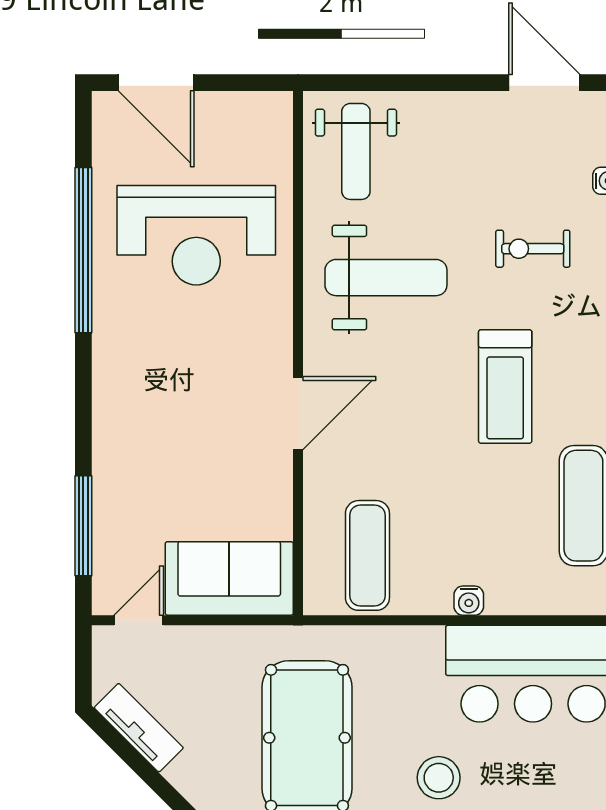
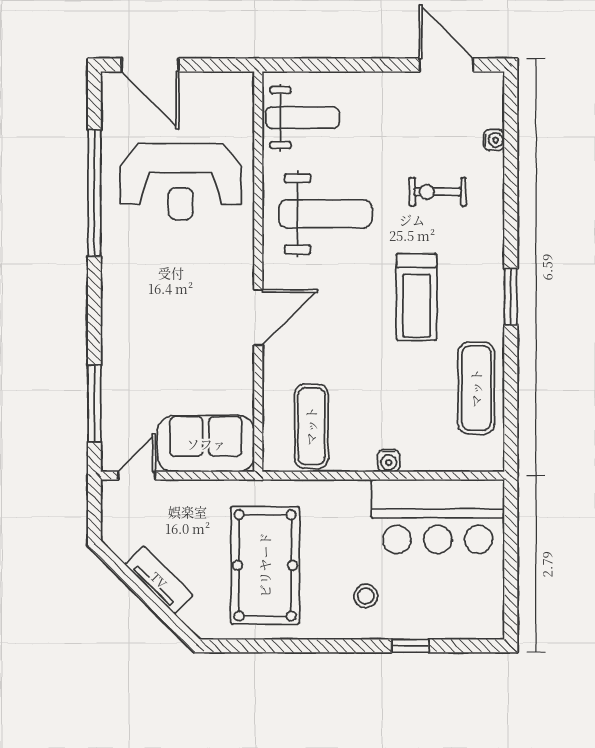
weight bench: (356, 151) -> (302, 118), turned -90
tv unit: (139, 728) -> (159, 580), moved
stool: (439, 778) -> (366, 596), width x0.73, depth x0.73

